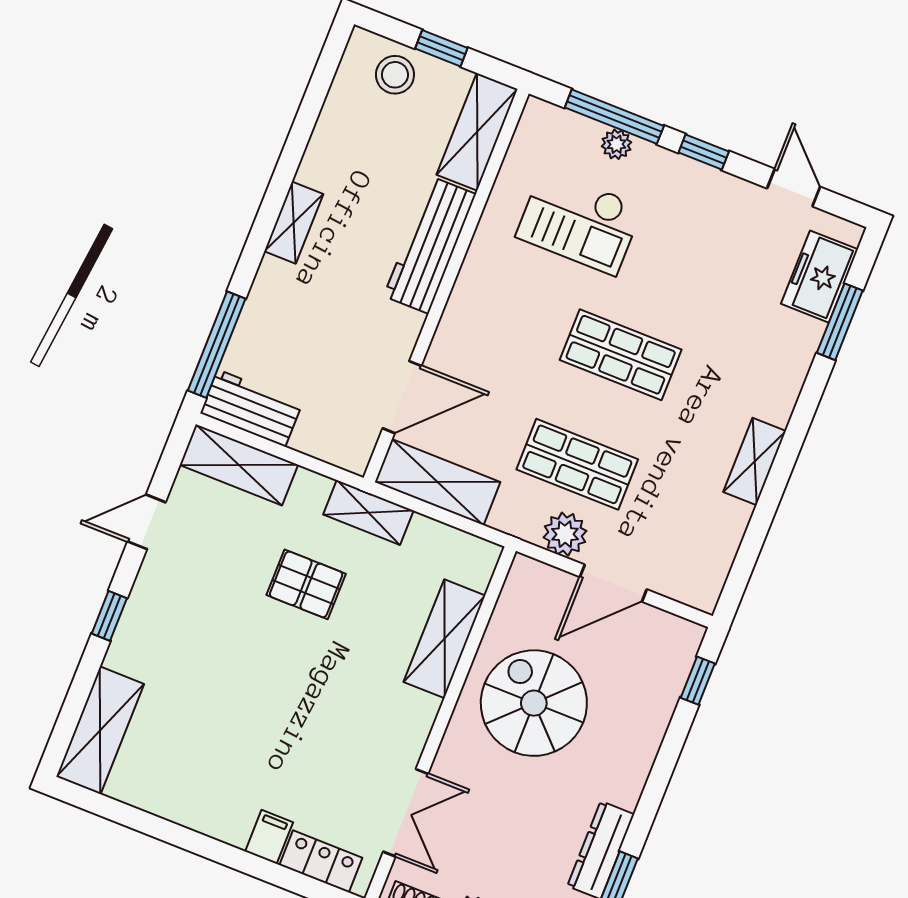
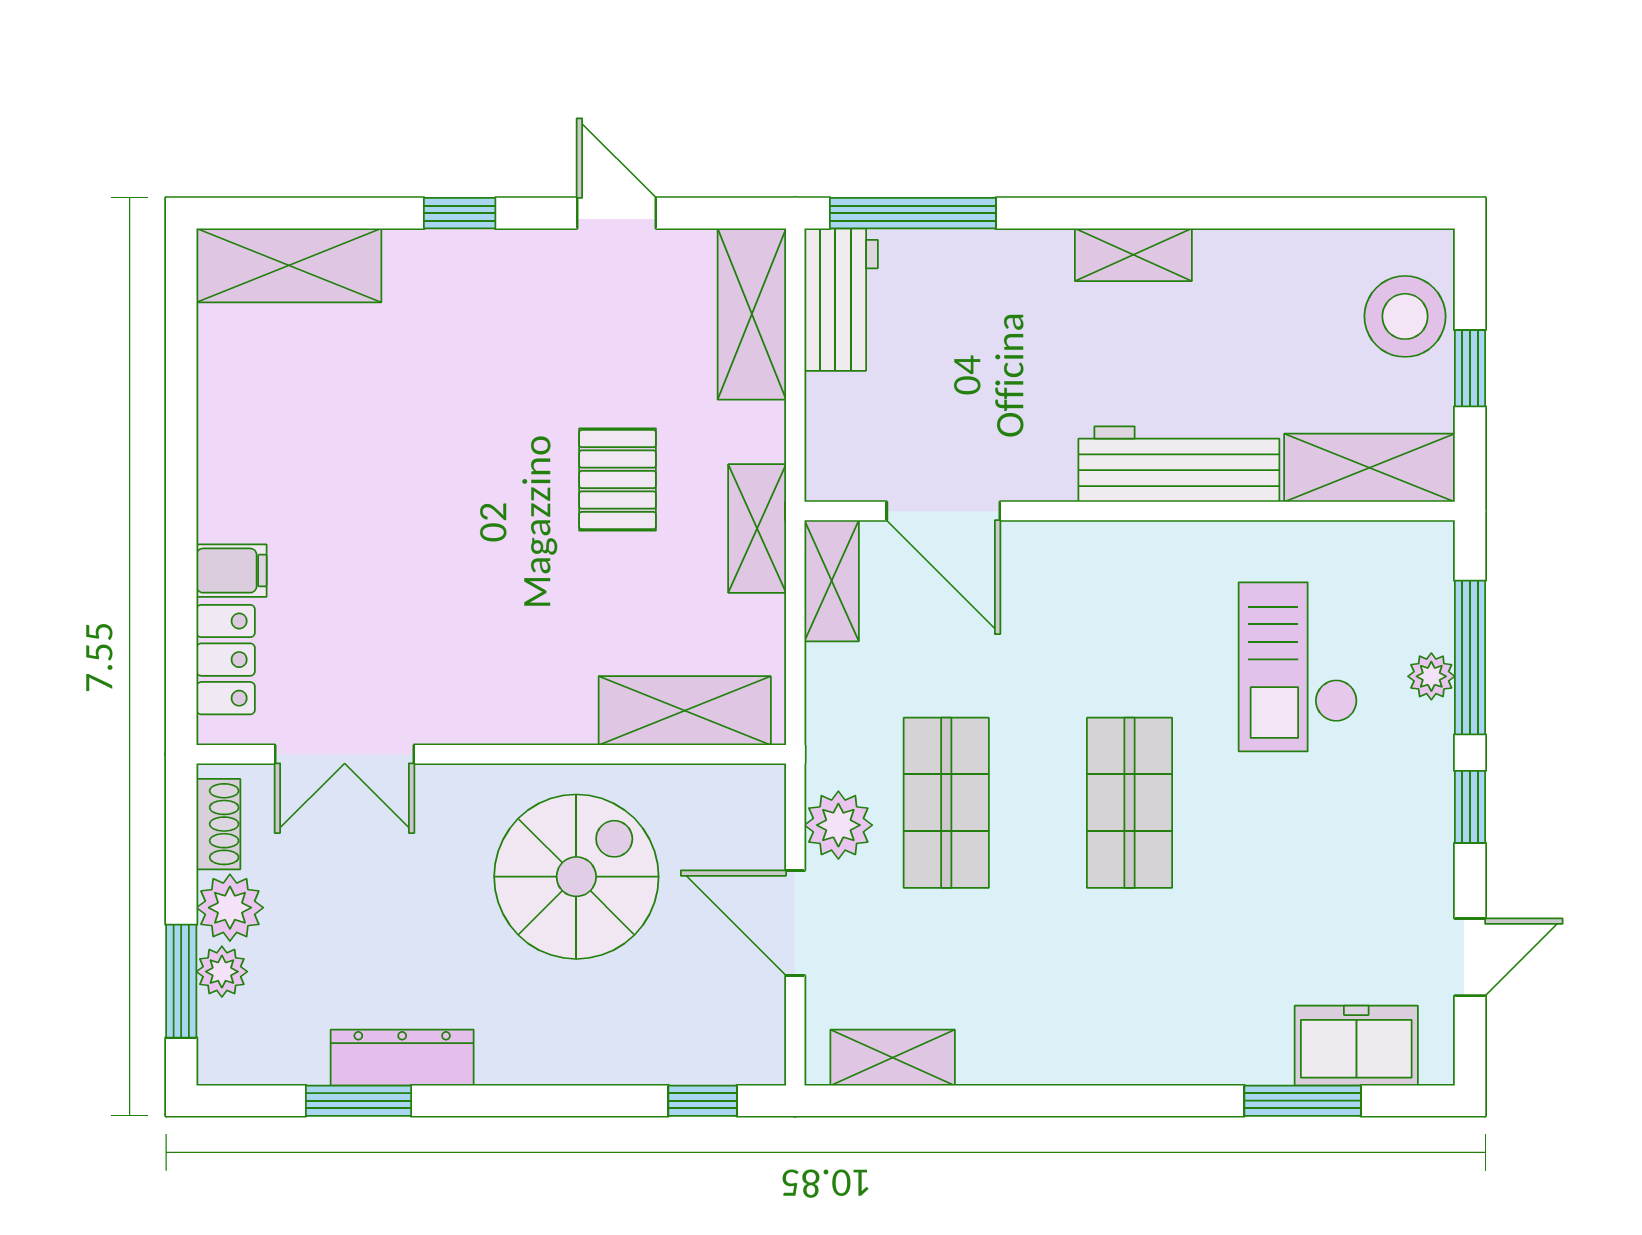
stool: (395, 75) -> (1405, 316), width x1.38, depth x1.38
shelving: (755, 462) -> (893, 1058), moved
shelving: (438, 482) -> (832, 581), width x0.67, depth x0.75
shelving: (444, 639) -> (685, 711), moved

